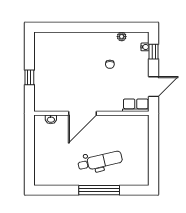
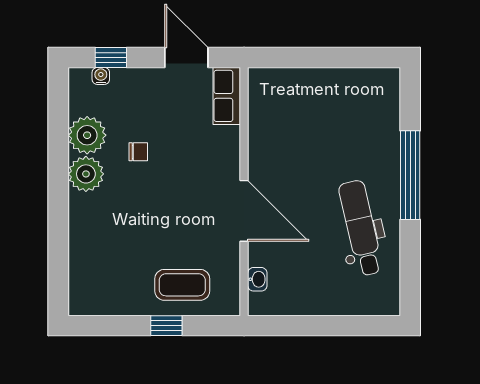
plant: (122, 37) -> (87, 135), width x1.88, depth x1.88
plant: (100, 40) -> (86, 174), added
coffee table: (48, 85) -> (182, 285), added
dental chair: (100, 161) -> (361, 228), moved

